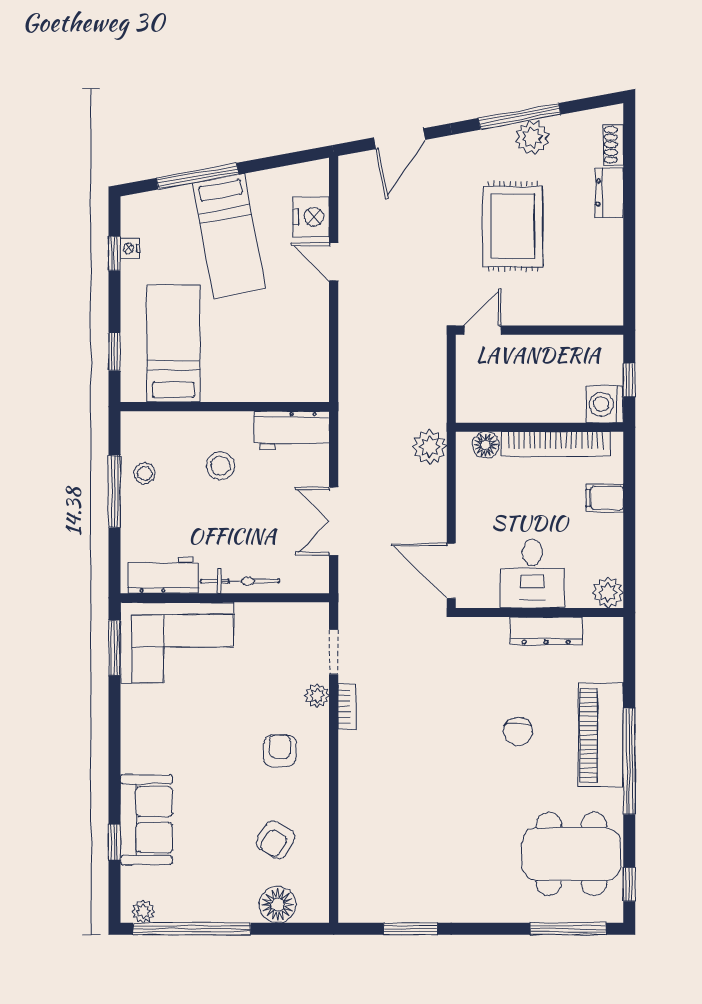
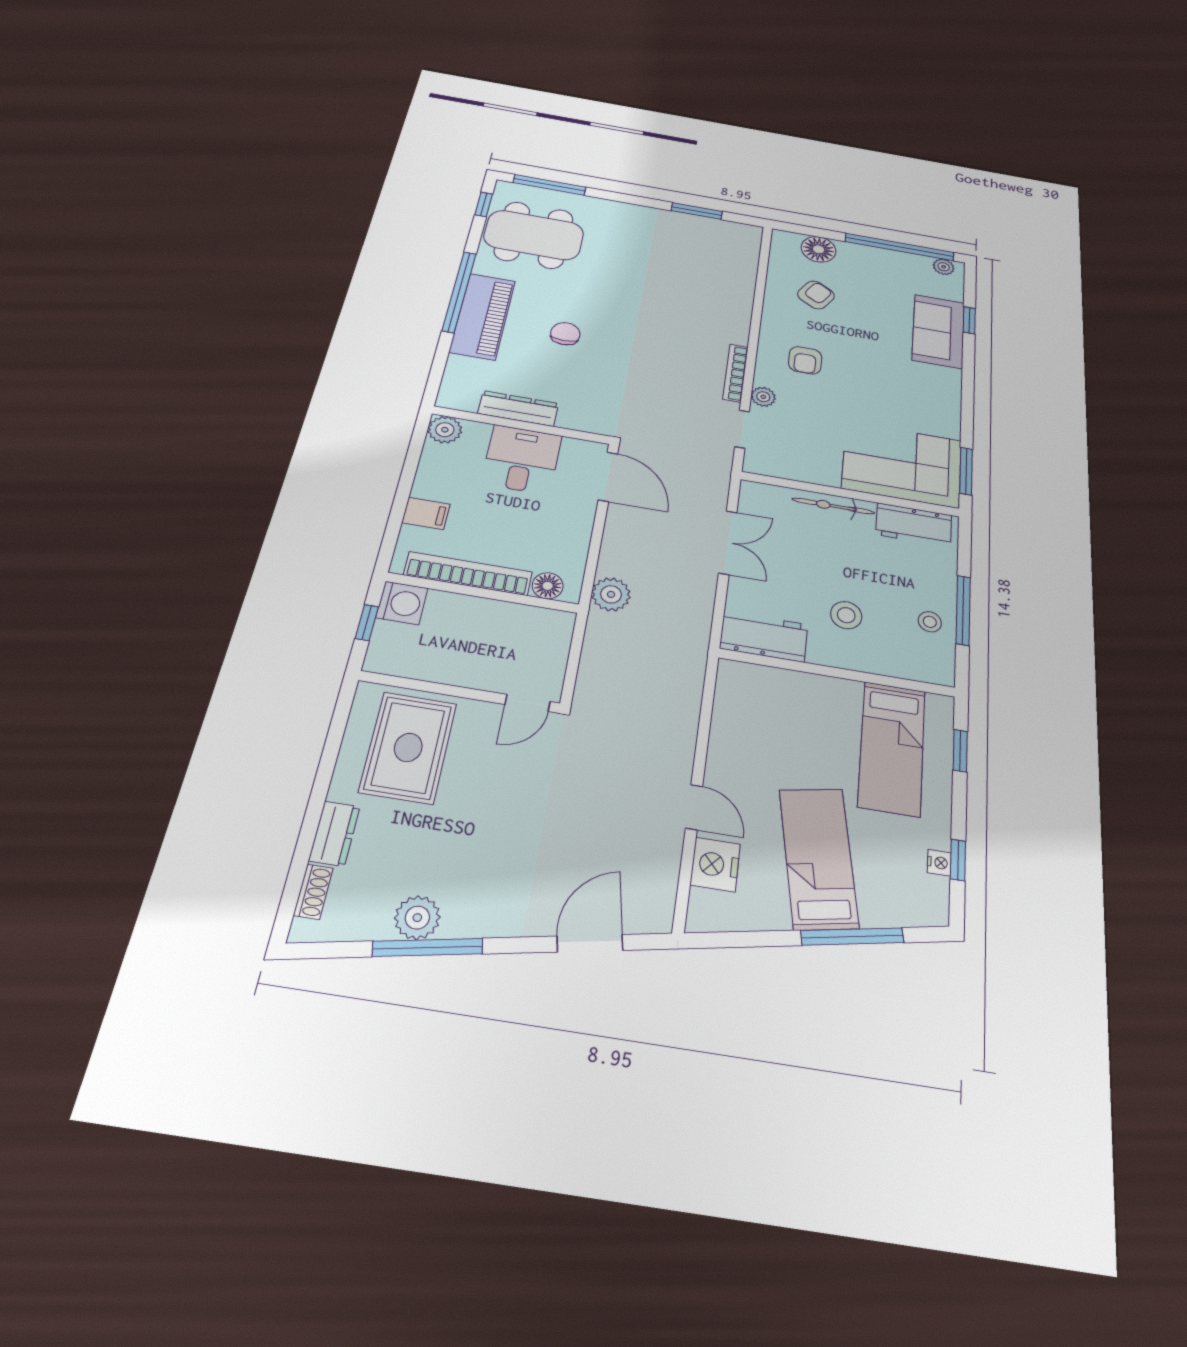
rug: (513, 226) -> (408, 747), moved
bookcase: (347, 706) -> (735, 373), width x1.56

